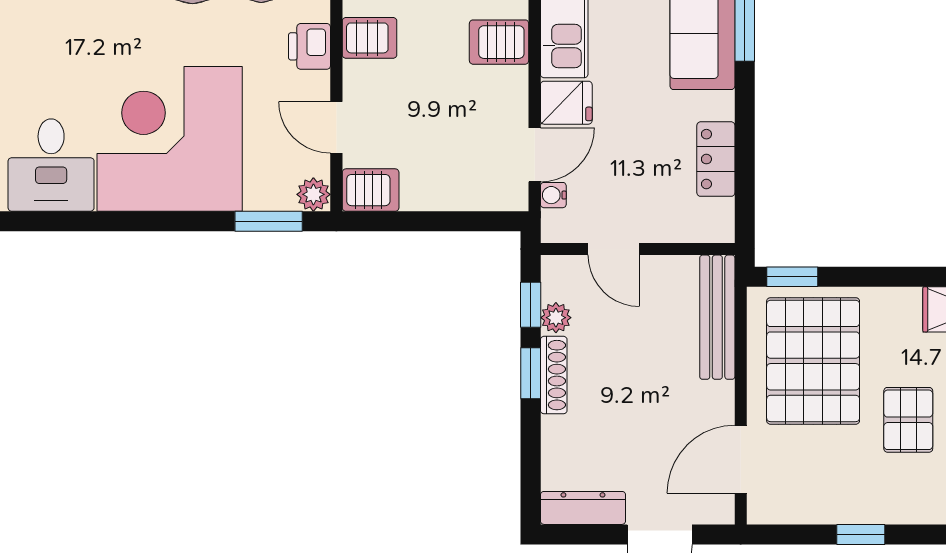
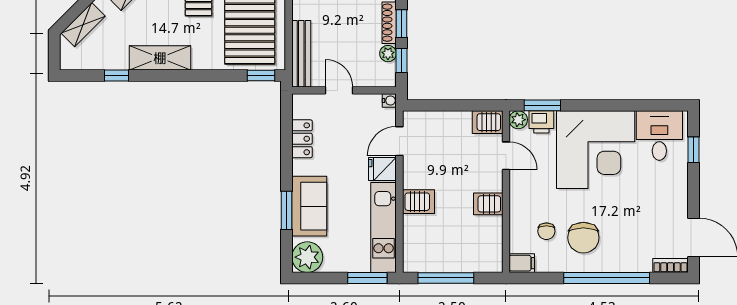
printer: (310, 46) -> (541, 122), moved, turned 90
water cooler: (553, 195) -> (389, 100), moved
door: (614, 249) -> (339, 90), moved

